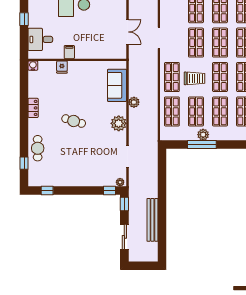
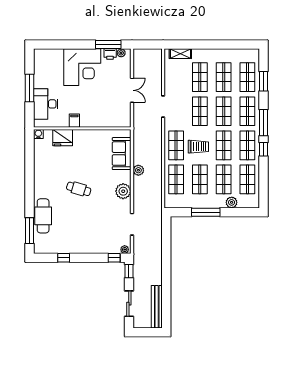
window: (24, 19) -> (30, 88), width x2.17
double door: (127, 32) -> (132, 90), moved
desk: (40, 39) -> (46, 104), width x1.37
fridge: (62, 67) -> (63, 138), width x1.88, depth x1.34
locker: (33, 108) -> (39, 176), removed
plant: (203, 135) -> (232, 202), moved
cafe table: (38, 148) -> (43, 216), width x1.37, depth x1.35
window: (24, 163) -> (30, 231), width x2.17
window: (47, 190) -> (64, 258), moved
bench: (152, 220) -> (157, 307), moved

